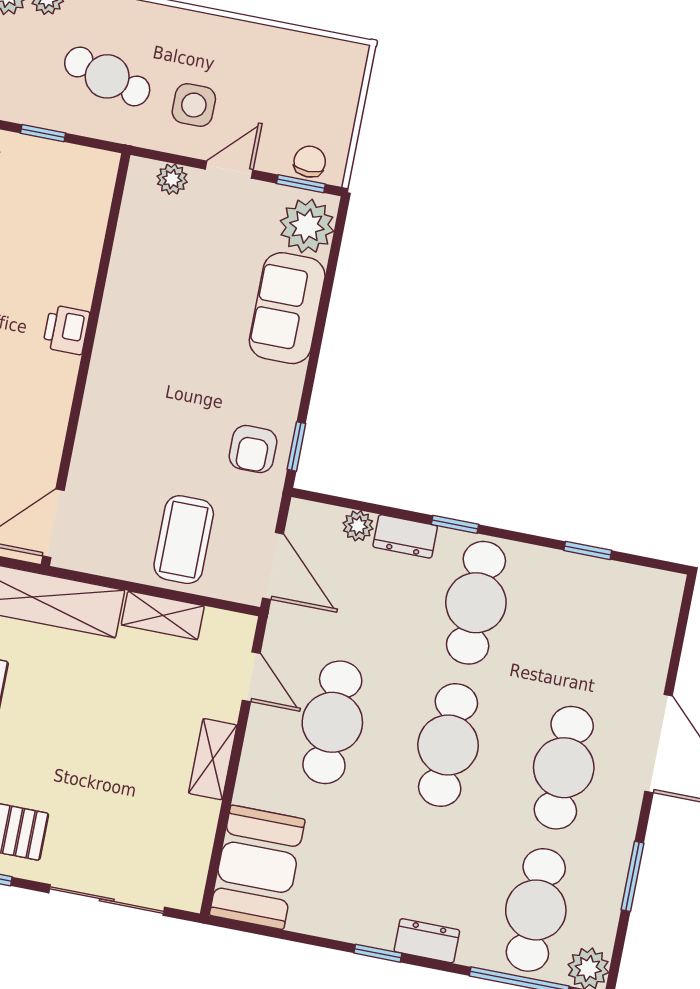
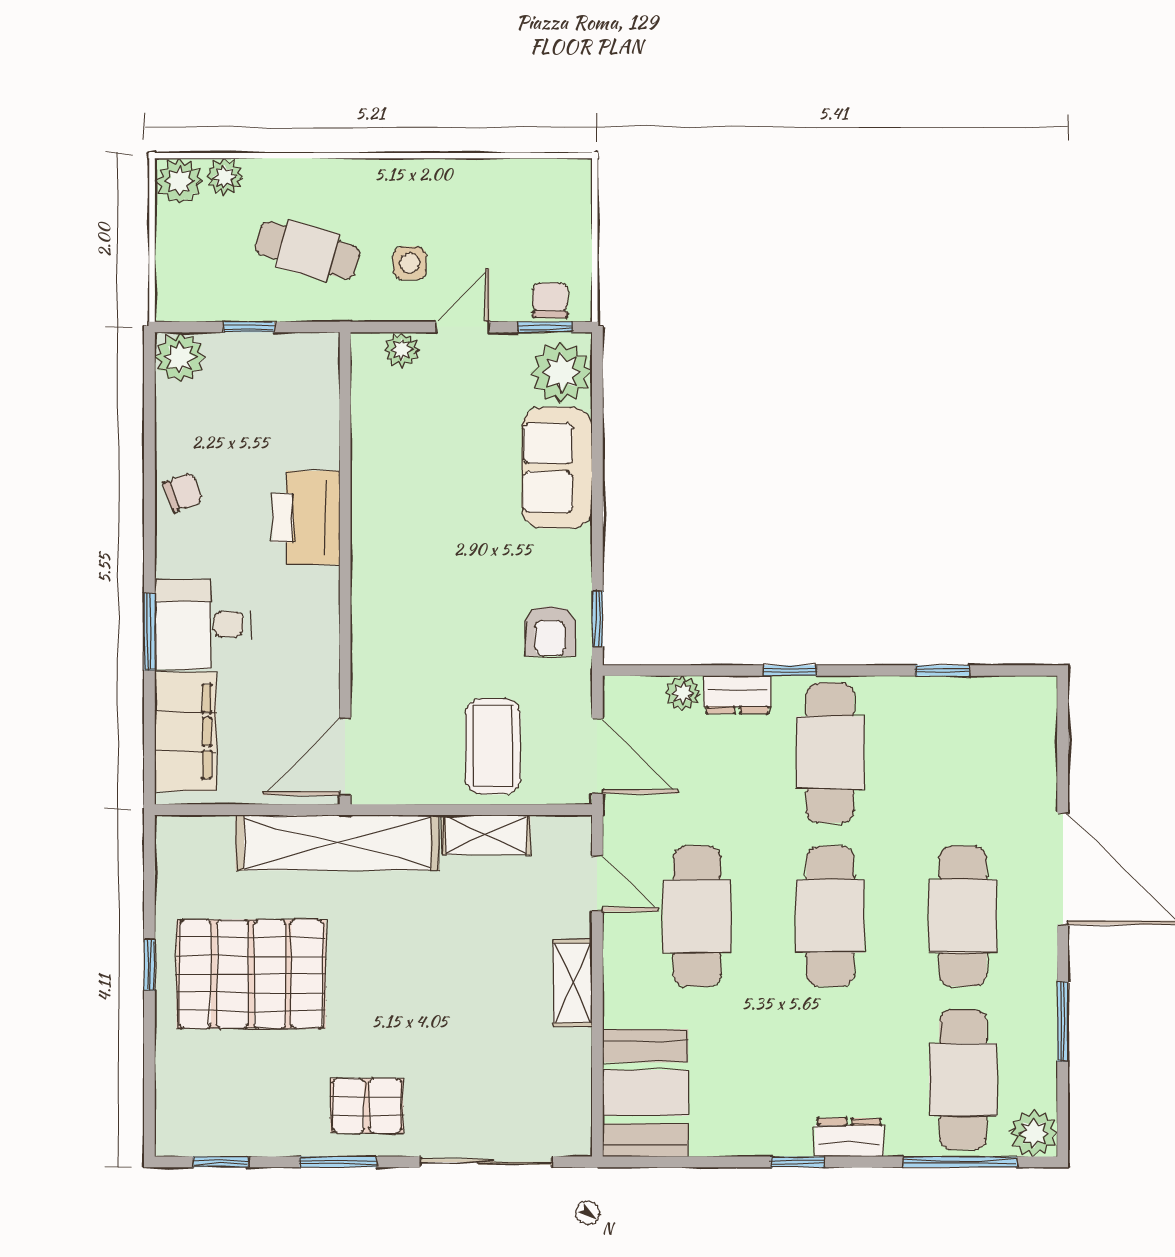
side table: (194, 105) -> (410, 263), width x0.73, depth x0.73
printer: (66, 330) -> (306, 518), width x1.87, depth x1.48

